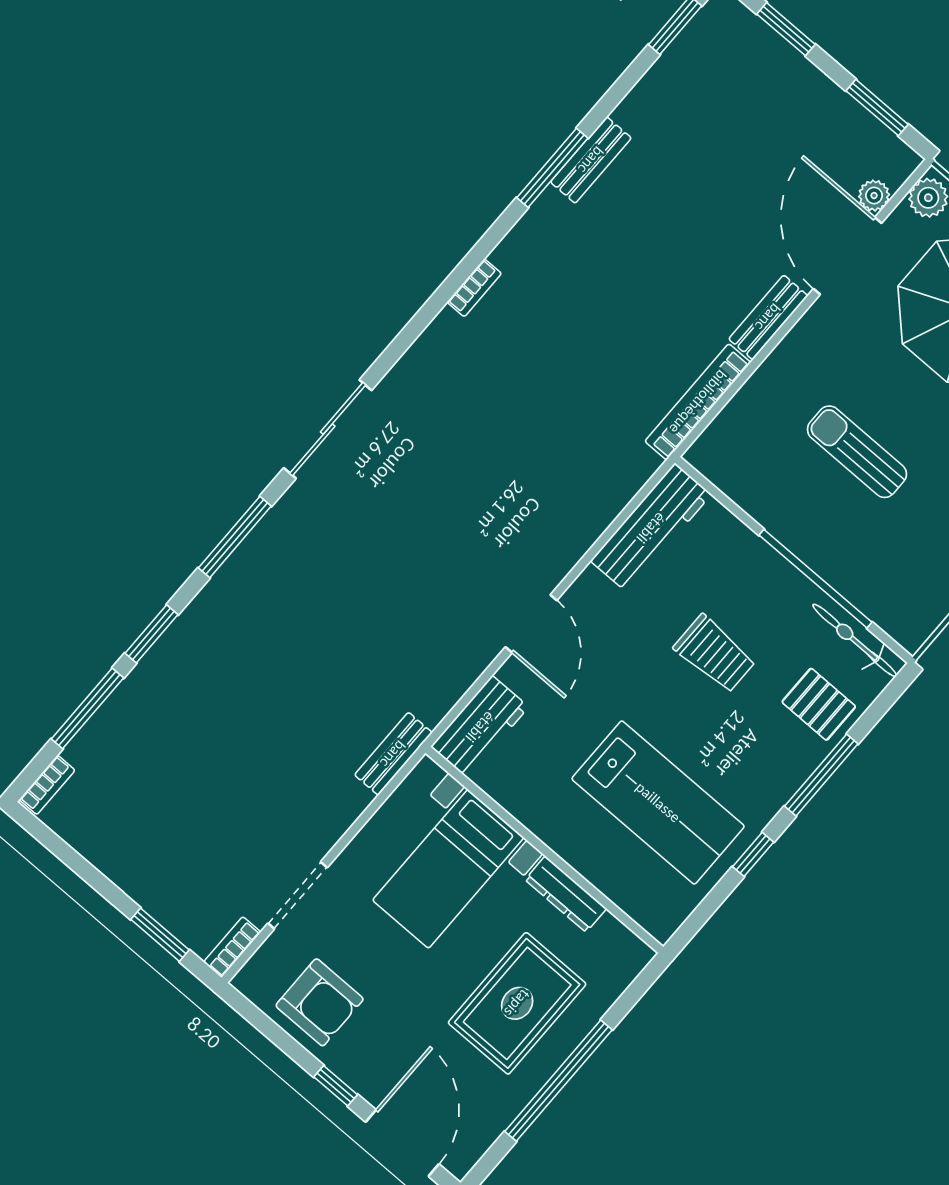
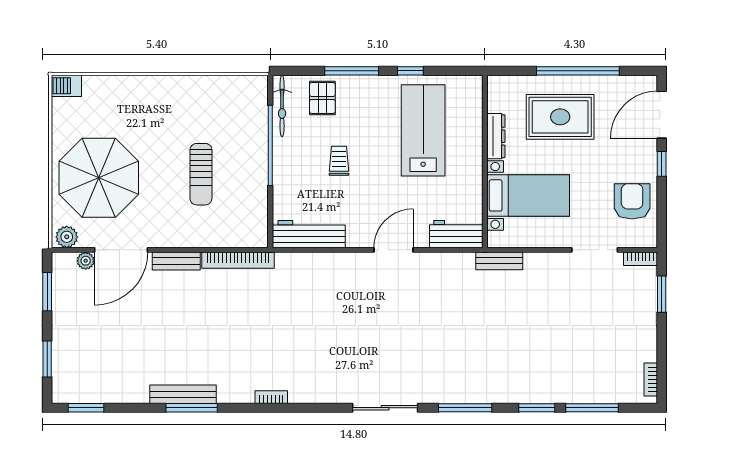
bench: (591, 160) -> (183, 394), width x1.36
trolley: (715, 654) -> (339, 161), width x0.73, depth x0.72
bookcase: (47, 785) -> (651, 379), moved, turned -90

